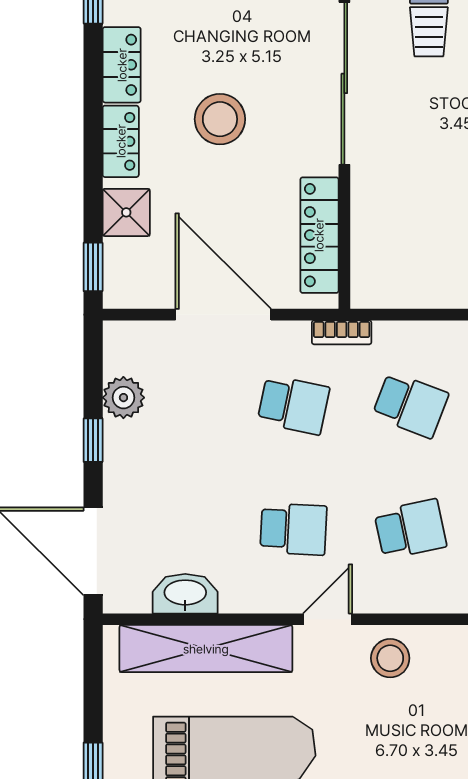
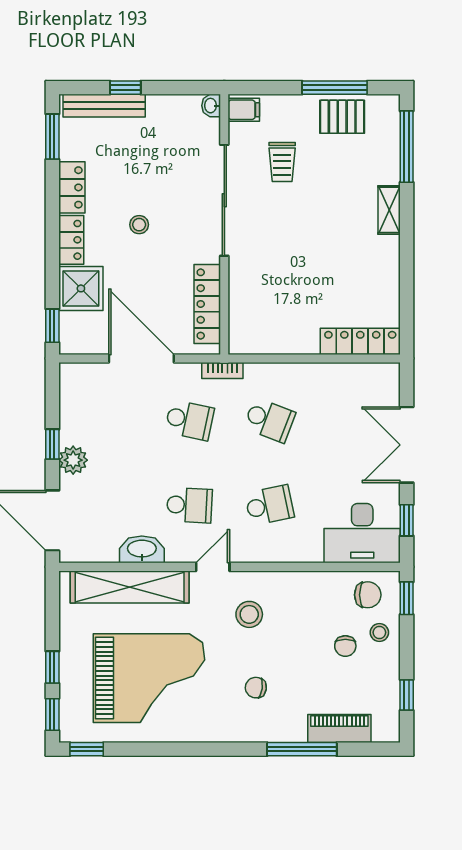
stool: (220, 119) -> (139, 225), width x0.53, depth x0.53
shower: (126, 212) -> (81, 288), width x1.36, depth x1.36
plant: (123, 398) -> (73, 460), moved
washbasin: (185, 594) -> (142, 549), moved
stool: (390, 658) -> (249, 614), moved

